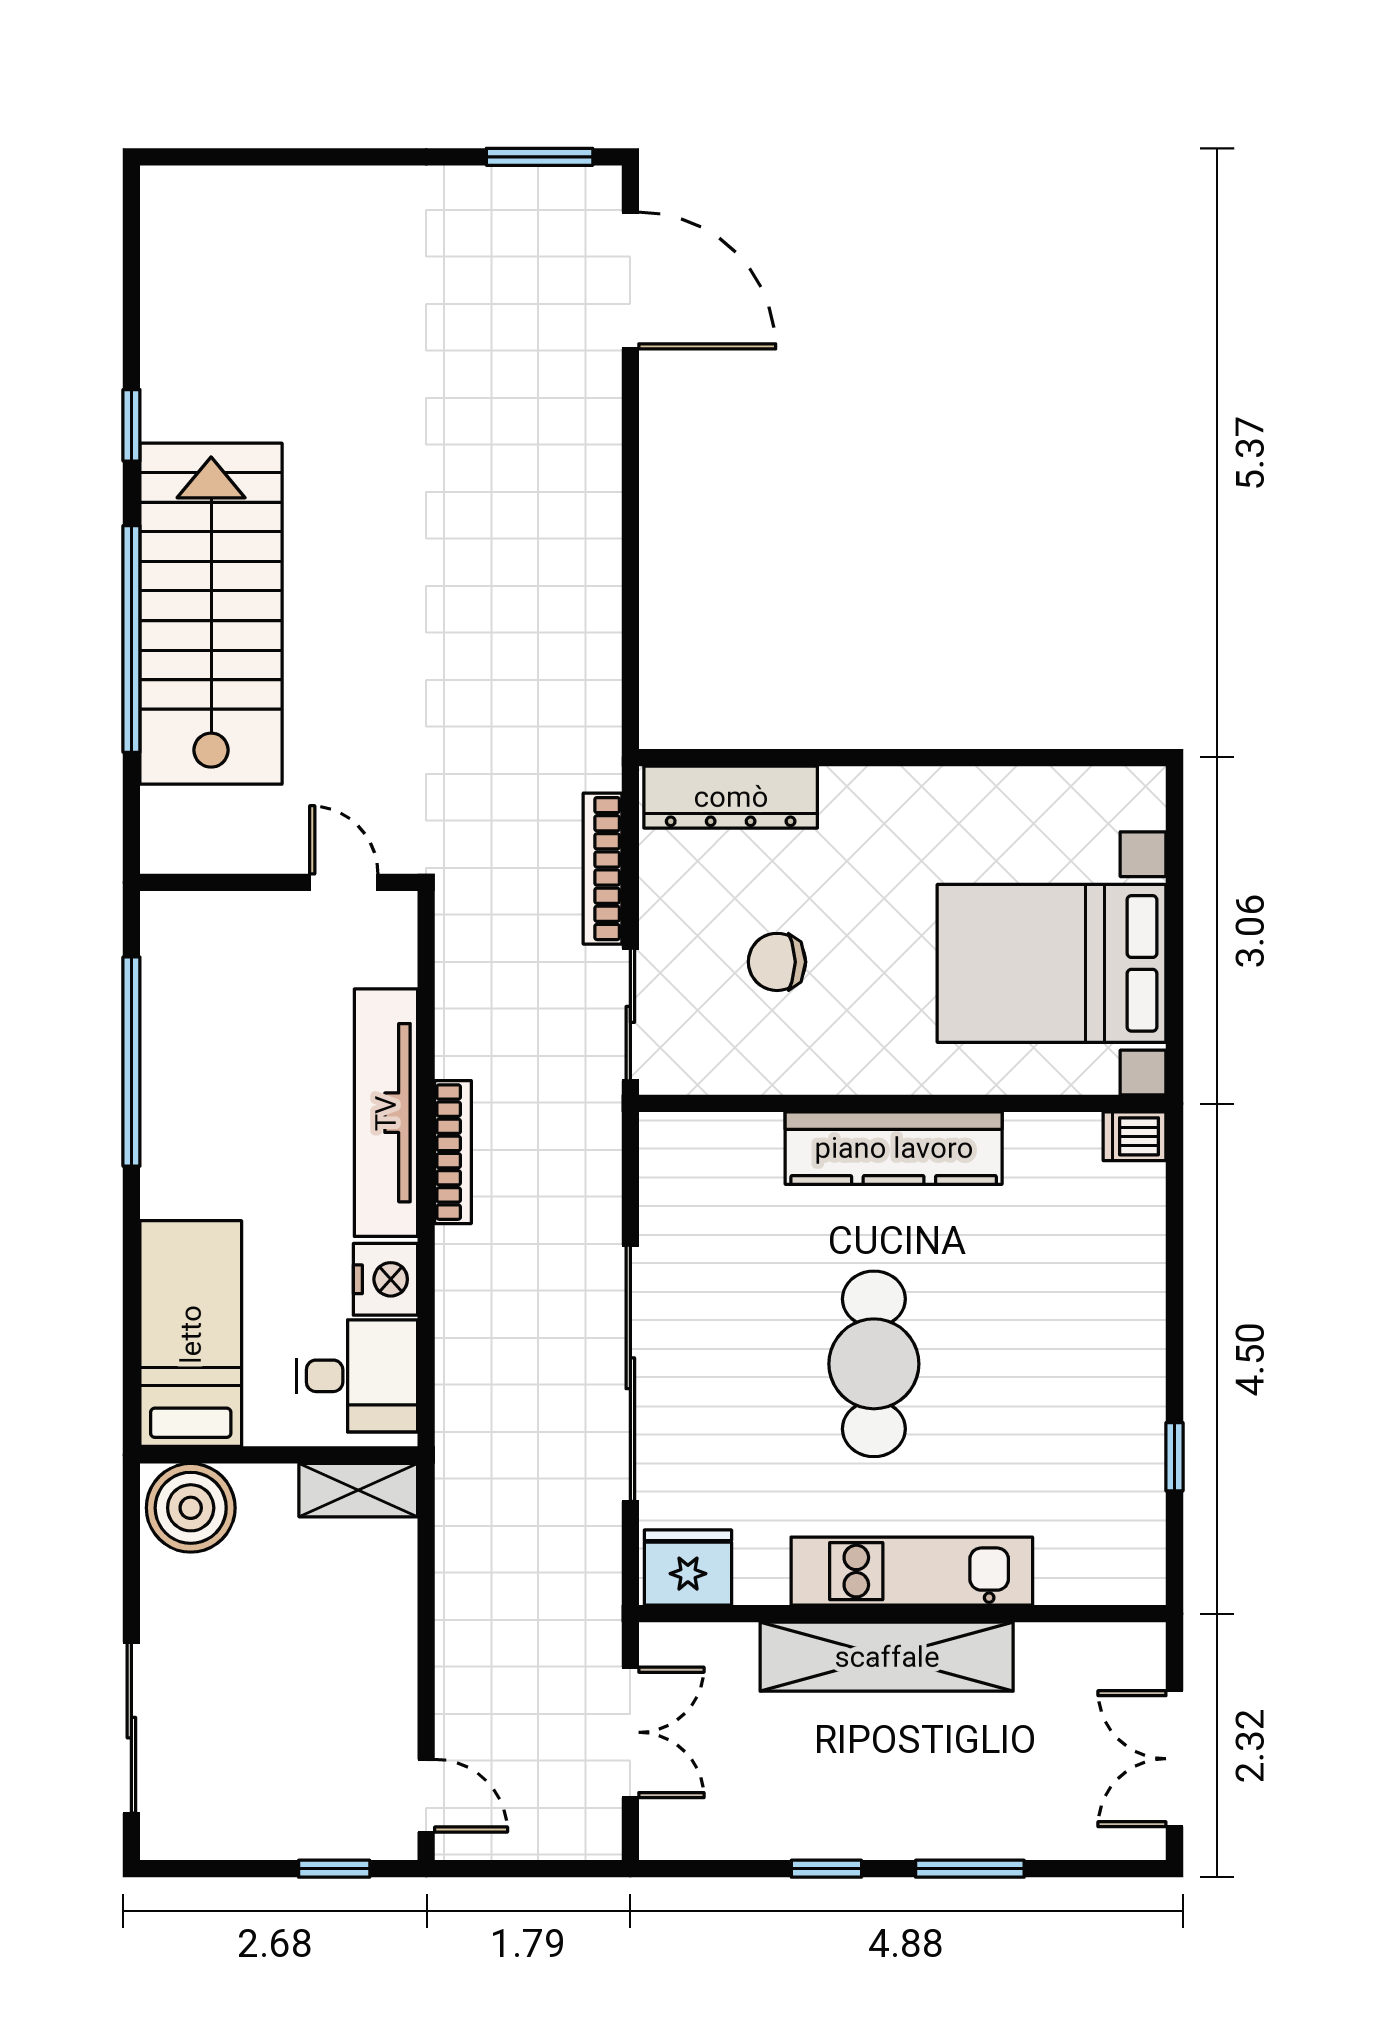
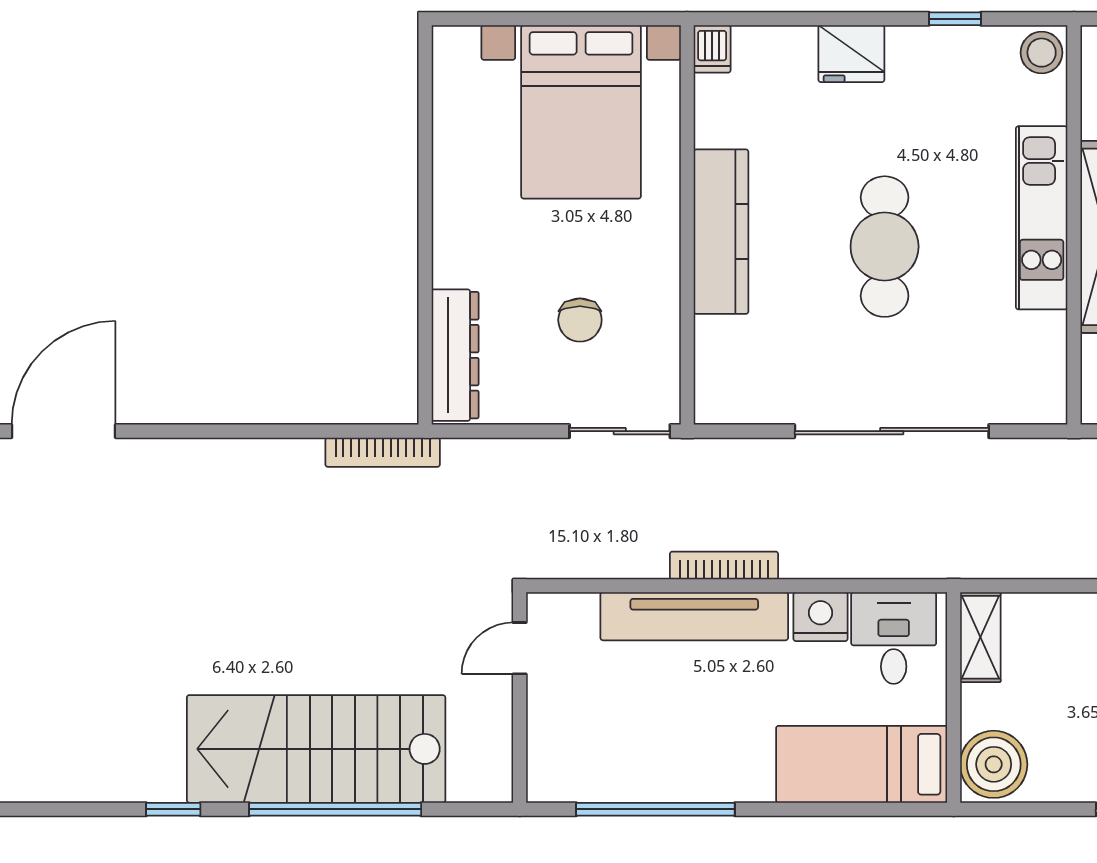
bookcase: (602, 869) -> (383, 452), moved
cafe table: (874, 1364) -> (885, 247), turned 90
fridge: (688, 1568) -> (851, 54), moved, turned -90
stool: (1130, 1571) -> (1042, 53), added

